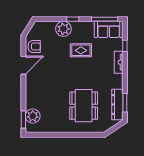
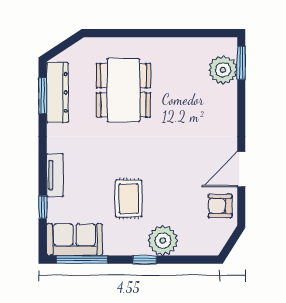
rug: (81, 50) -> (129, 199), turned 90

